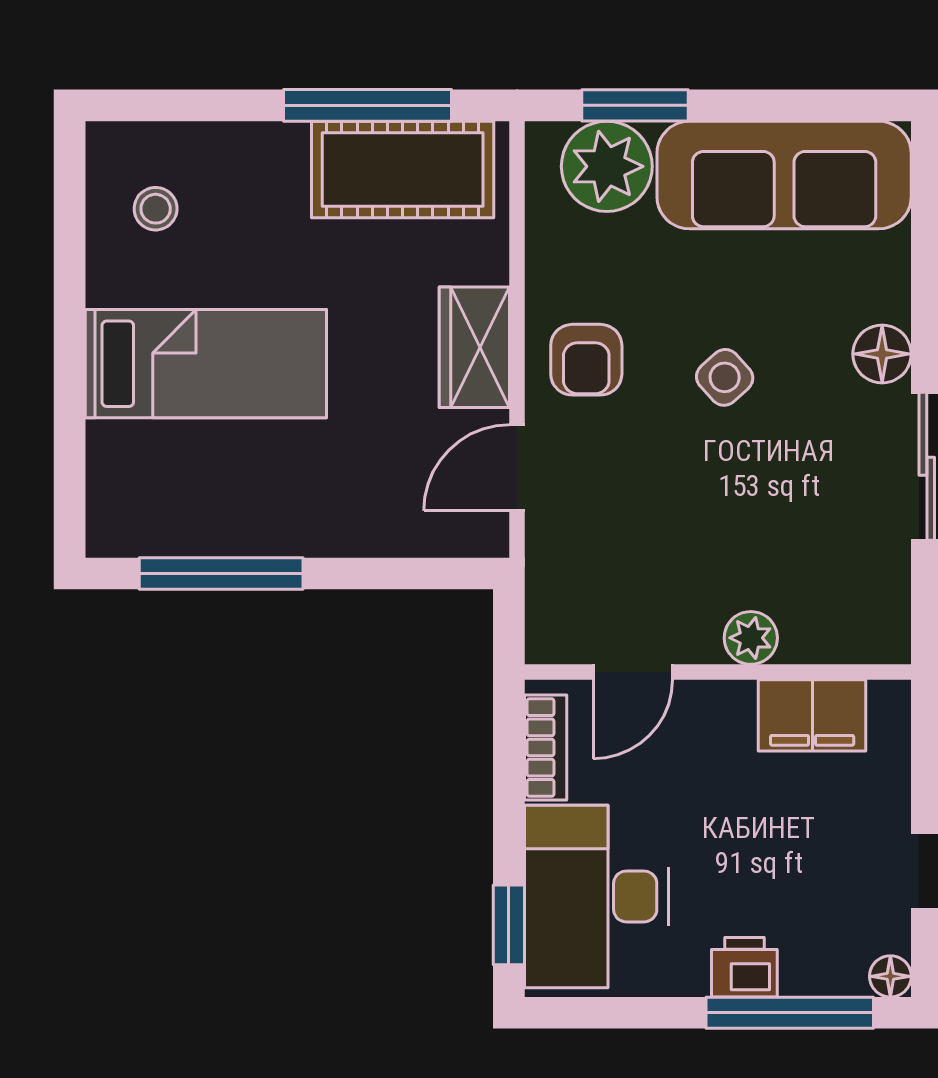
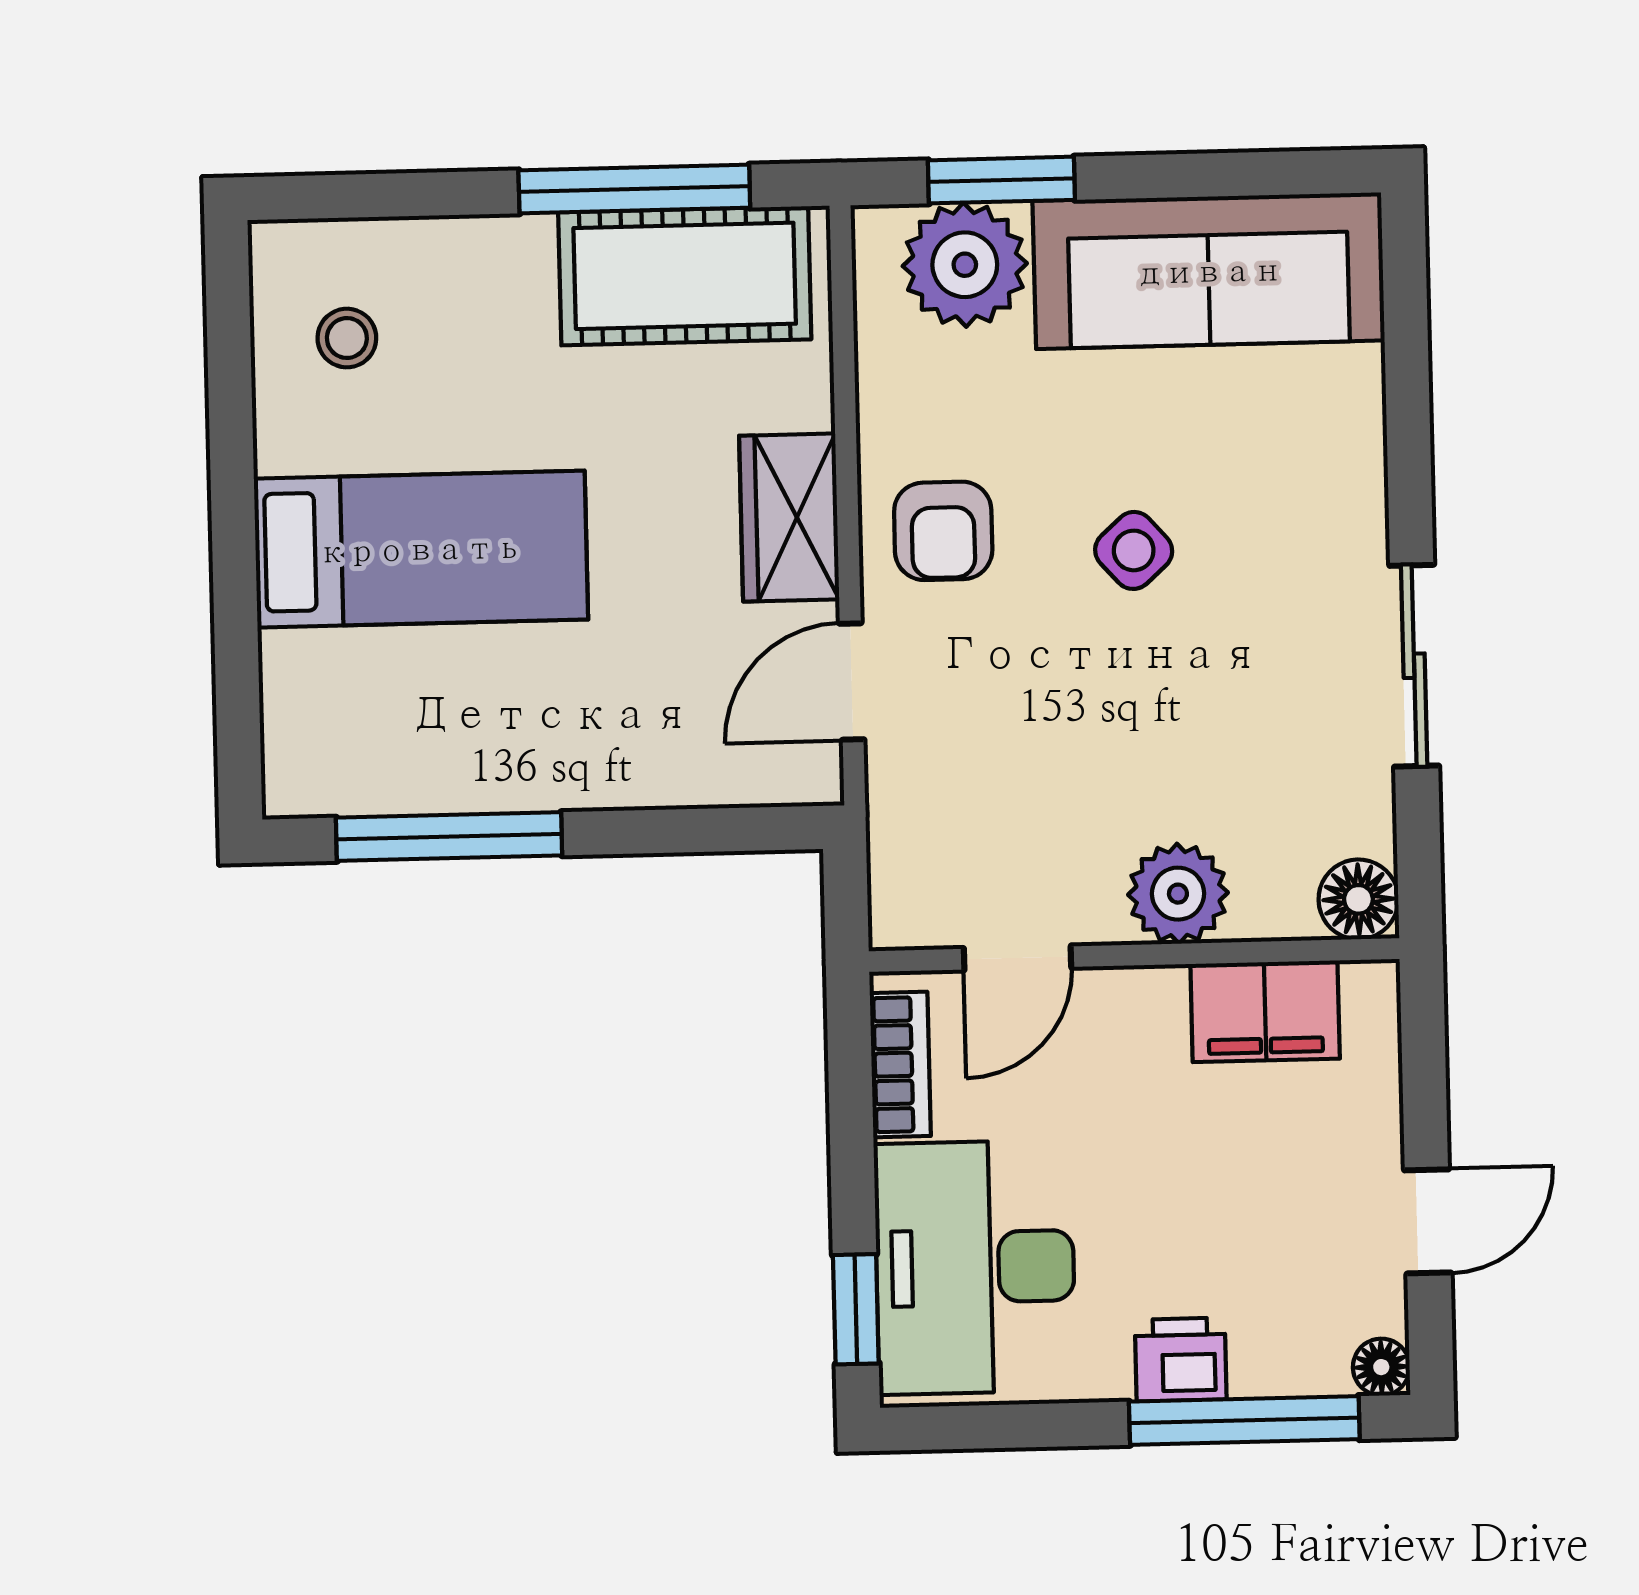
floor lamp: (882, 354) -> (1358, 899), moved
plant: (751, 638) -> (1178, 894), width x1.38, depth x1.38

